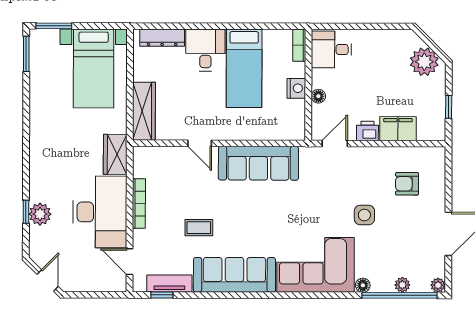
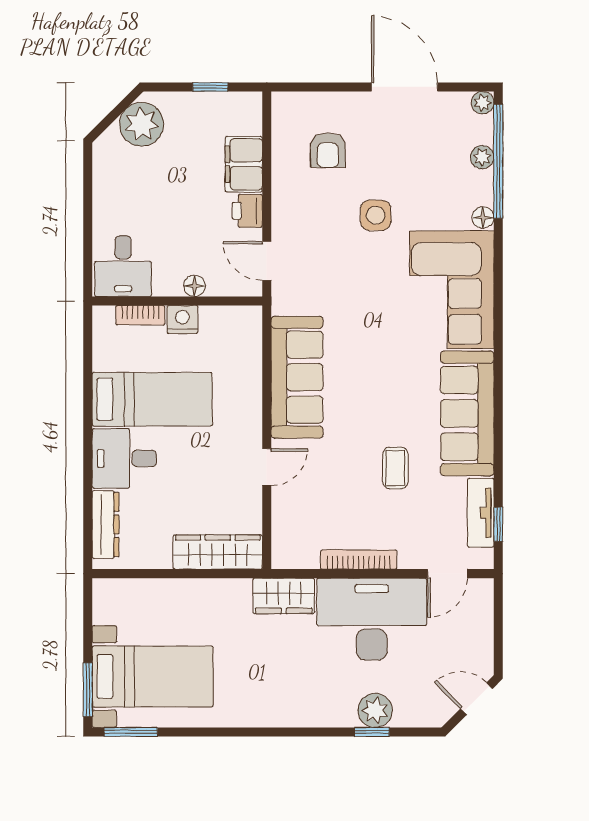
bookcase: (299, 45) -> (140, 315), moved
bed with nightstands: (94, 68) -> (153, 677), moved

